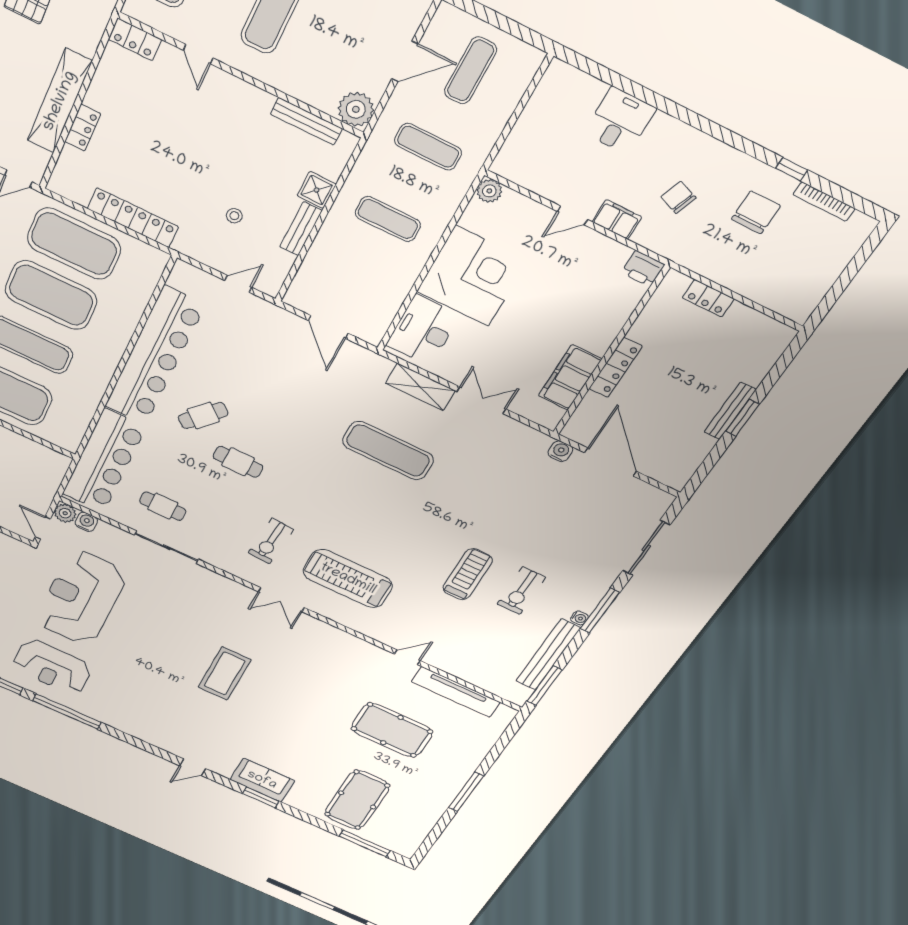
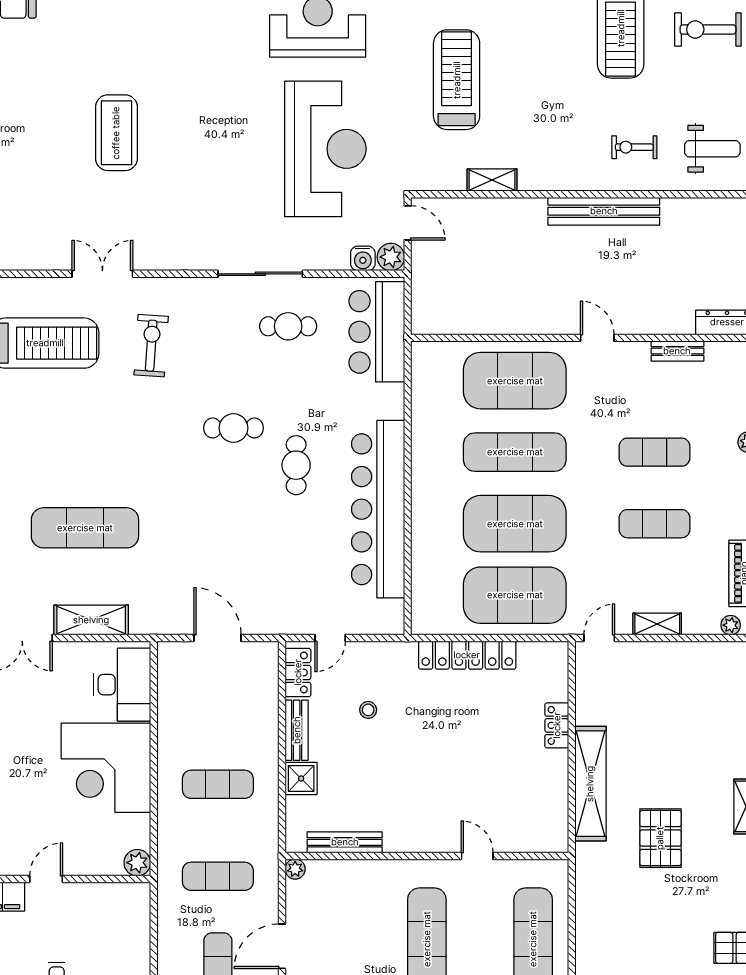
locker: (135, 39) -> (298, 672), moved, turned 90
shelving: (60, 101) -> (590, 784), moved
plant: (356, 109) -> (295, 869), width x0.53, depth x0.53
cafe table: (203, 415) -> (296, 465), turned -42
bar counter: (104, 461) -> (377, 332), width x0.73

